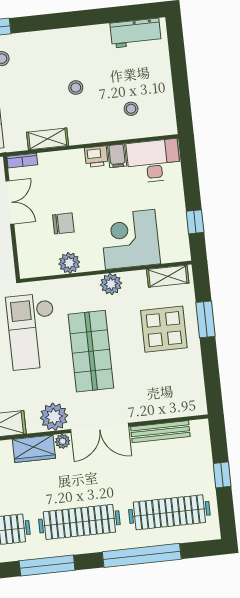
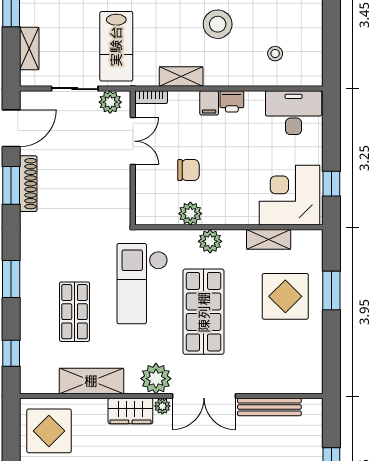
stool: (76, 88) -> (218, 24), width x1.89, depth x1.89
filing cabinet: (117, 156) -> (209, 103), moved
corner desk: (130, 239) -> (290, 195), moved
shelving: (168, 276) -> (269, 239), moved
plant: (111, 284) -> (210, 241), moved

